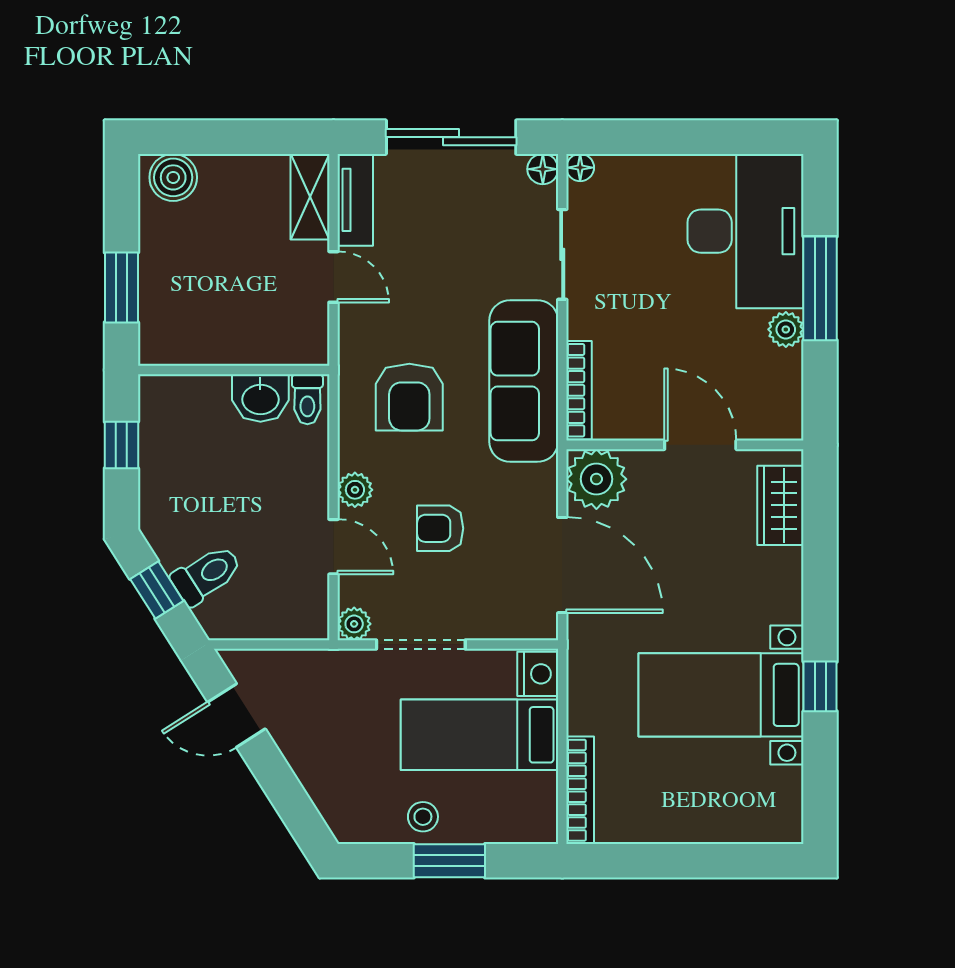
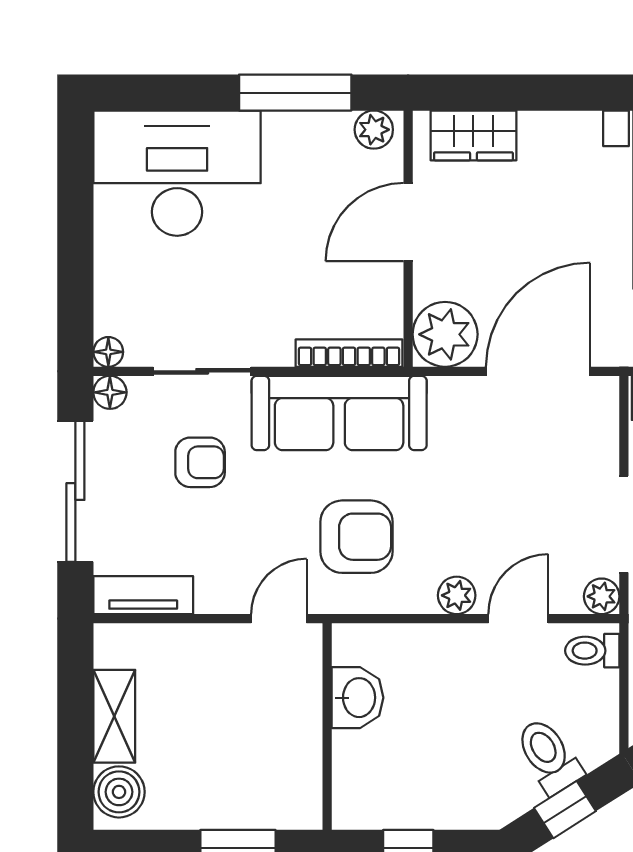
shelving: (310, 197) -> (114, 716), moved, turned 90
door: (334, 277) -> (279, 619), moved
window: (820, 288) -> (295, 93), moved
plant: (786, 329) -> (374, 130), moved
toilet: (307, 399) -> (592, 651), moved, turned 180
armchair: (440, 528) -> (200, 462), moved, turned -90

